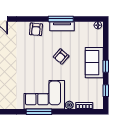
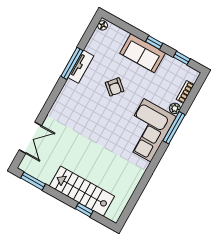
armchair: (36, 29) -> (68, 98), removed
window: (39, 112) -> (174, 128), moved

